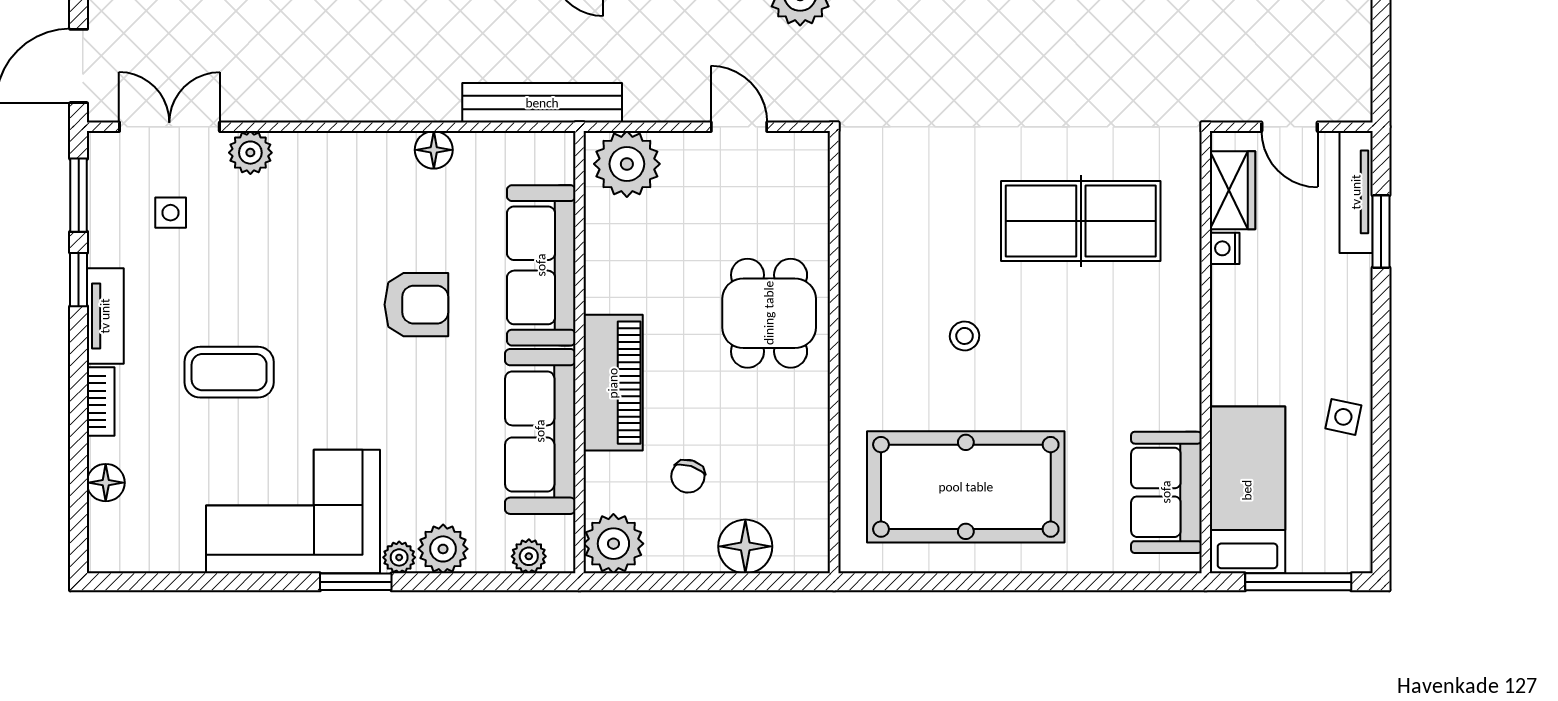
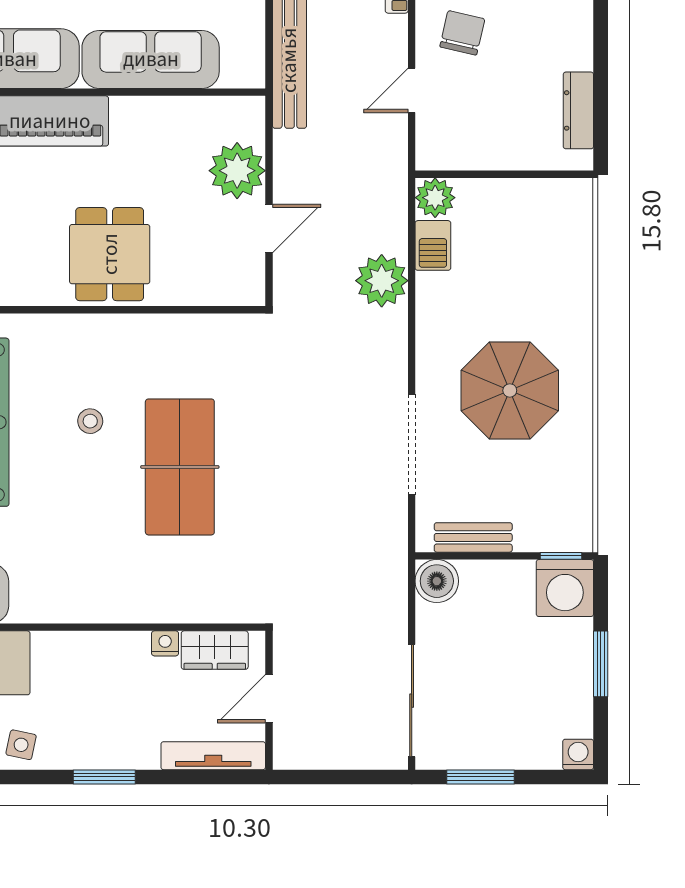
plant: (627, 164) -> (237, 171), moved
table tennis table: (1081, 221) -> (180, 467), moved
window: (1381, 231) -> (104, 777), moved
dining table: (769, 313) -> (110, 254), turned 90

